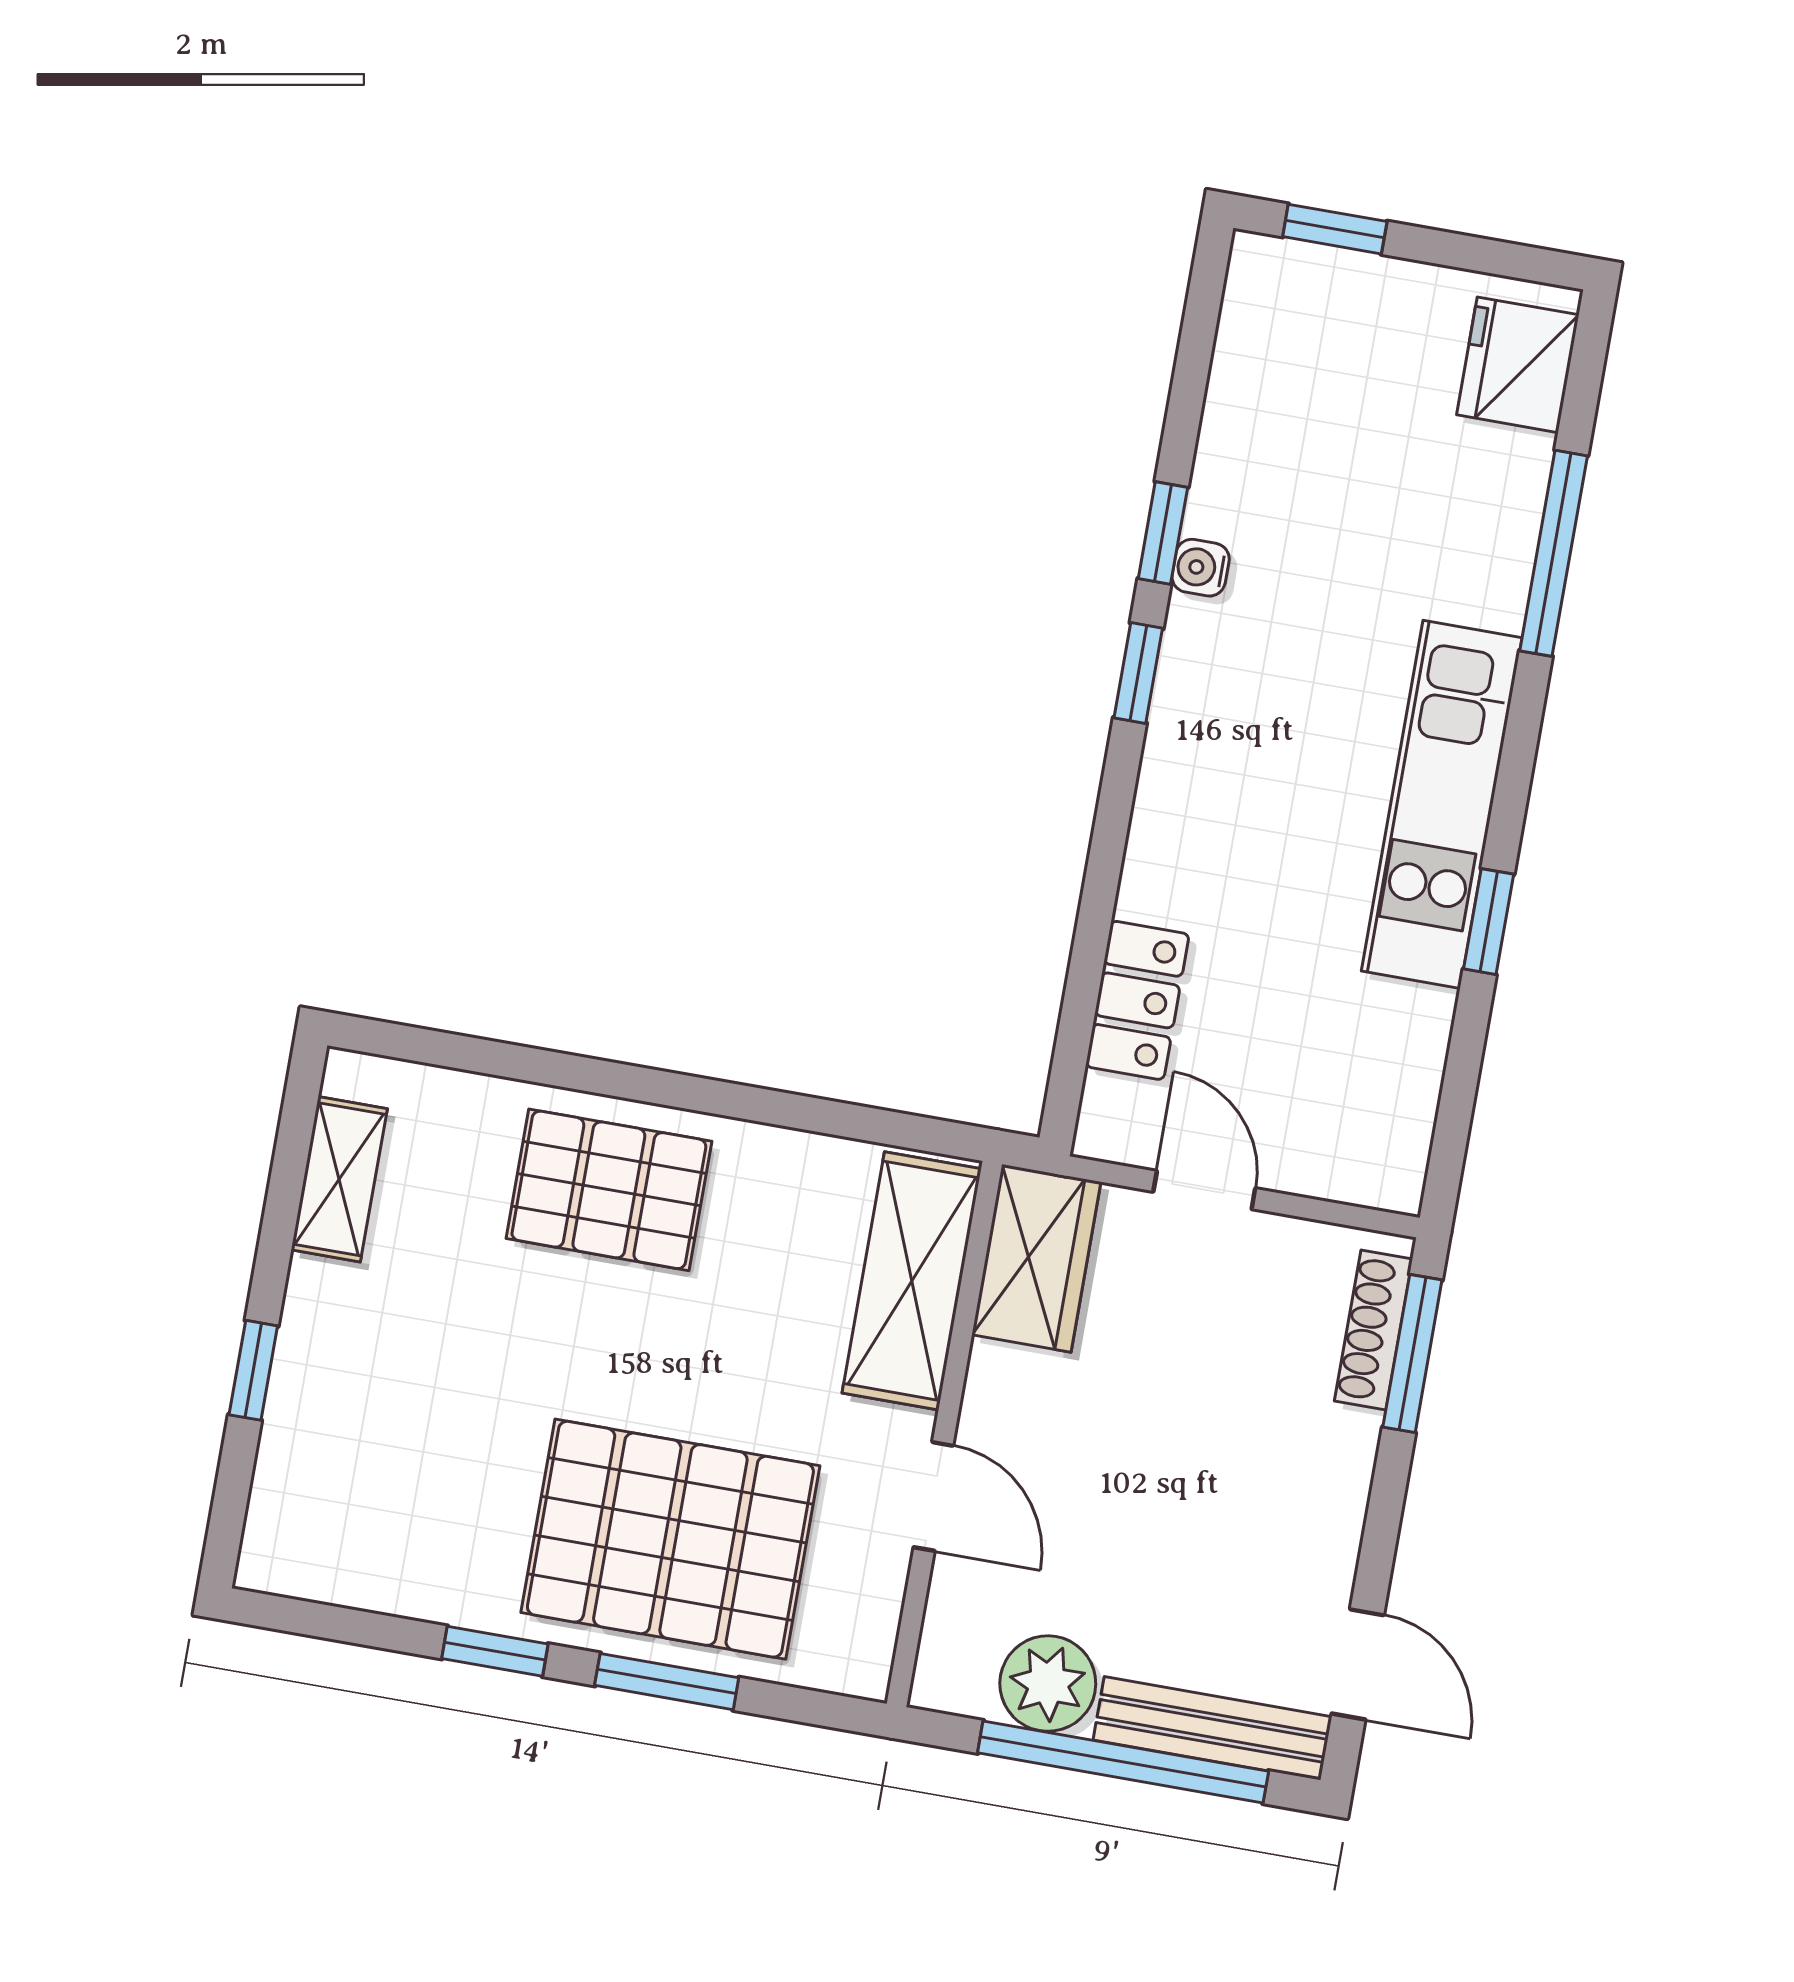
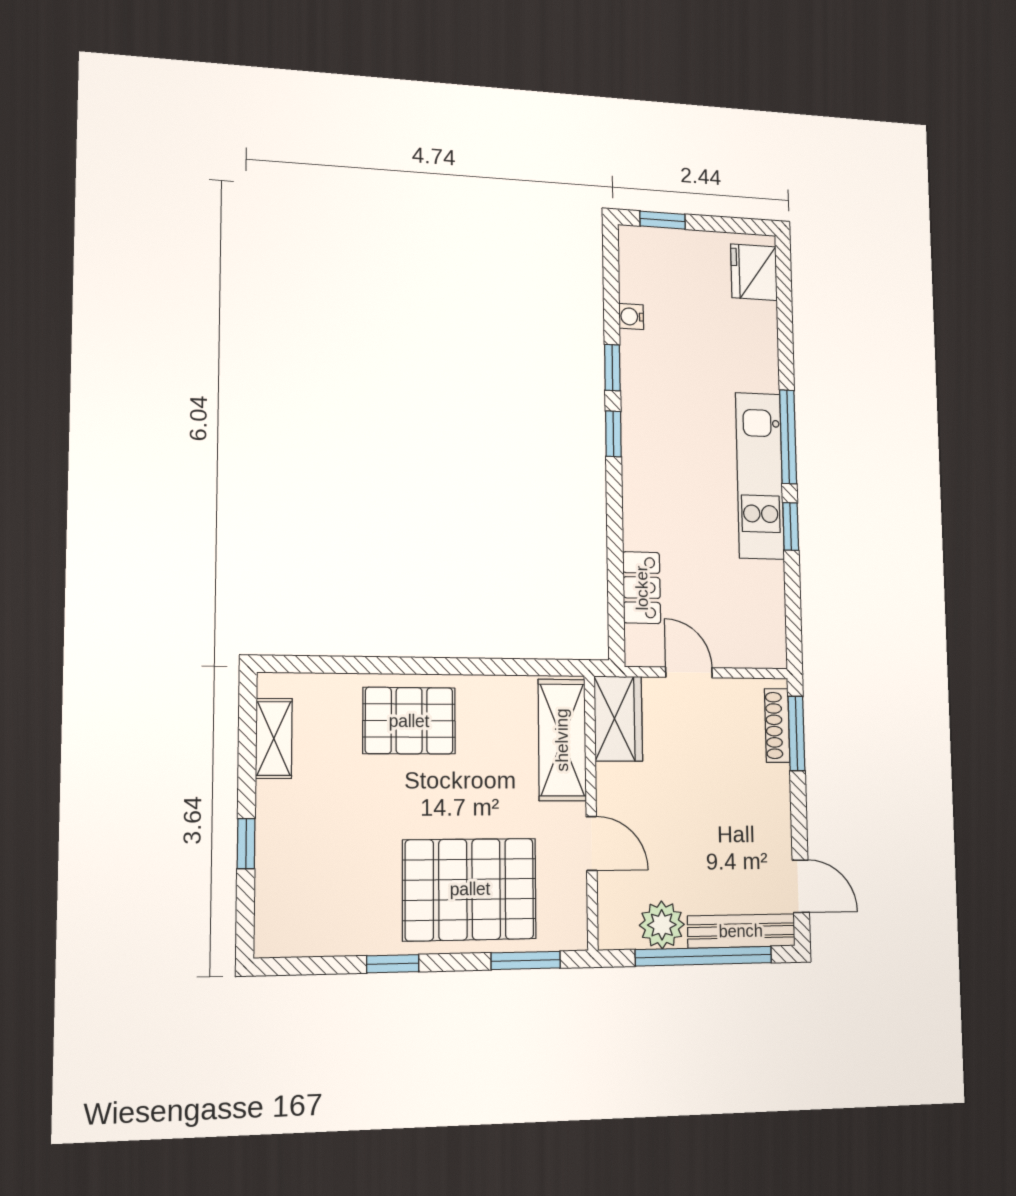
window: (1554, 553) -> (788, 437), moved
water cooler: (1201, 568) -> (631, 317), moved
window: (667, 1682) -> (526, 960), moved

